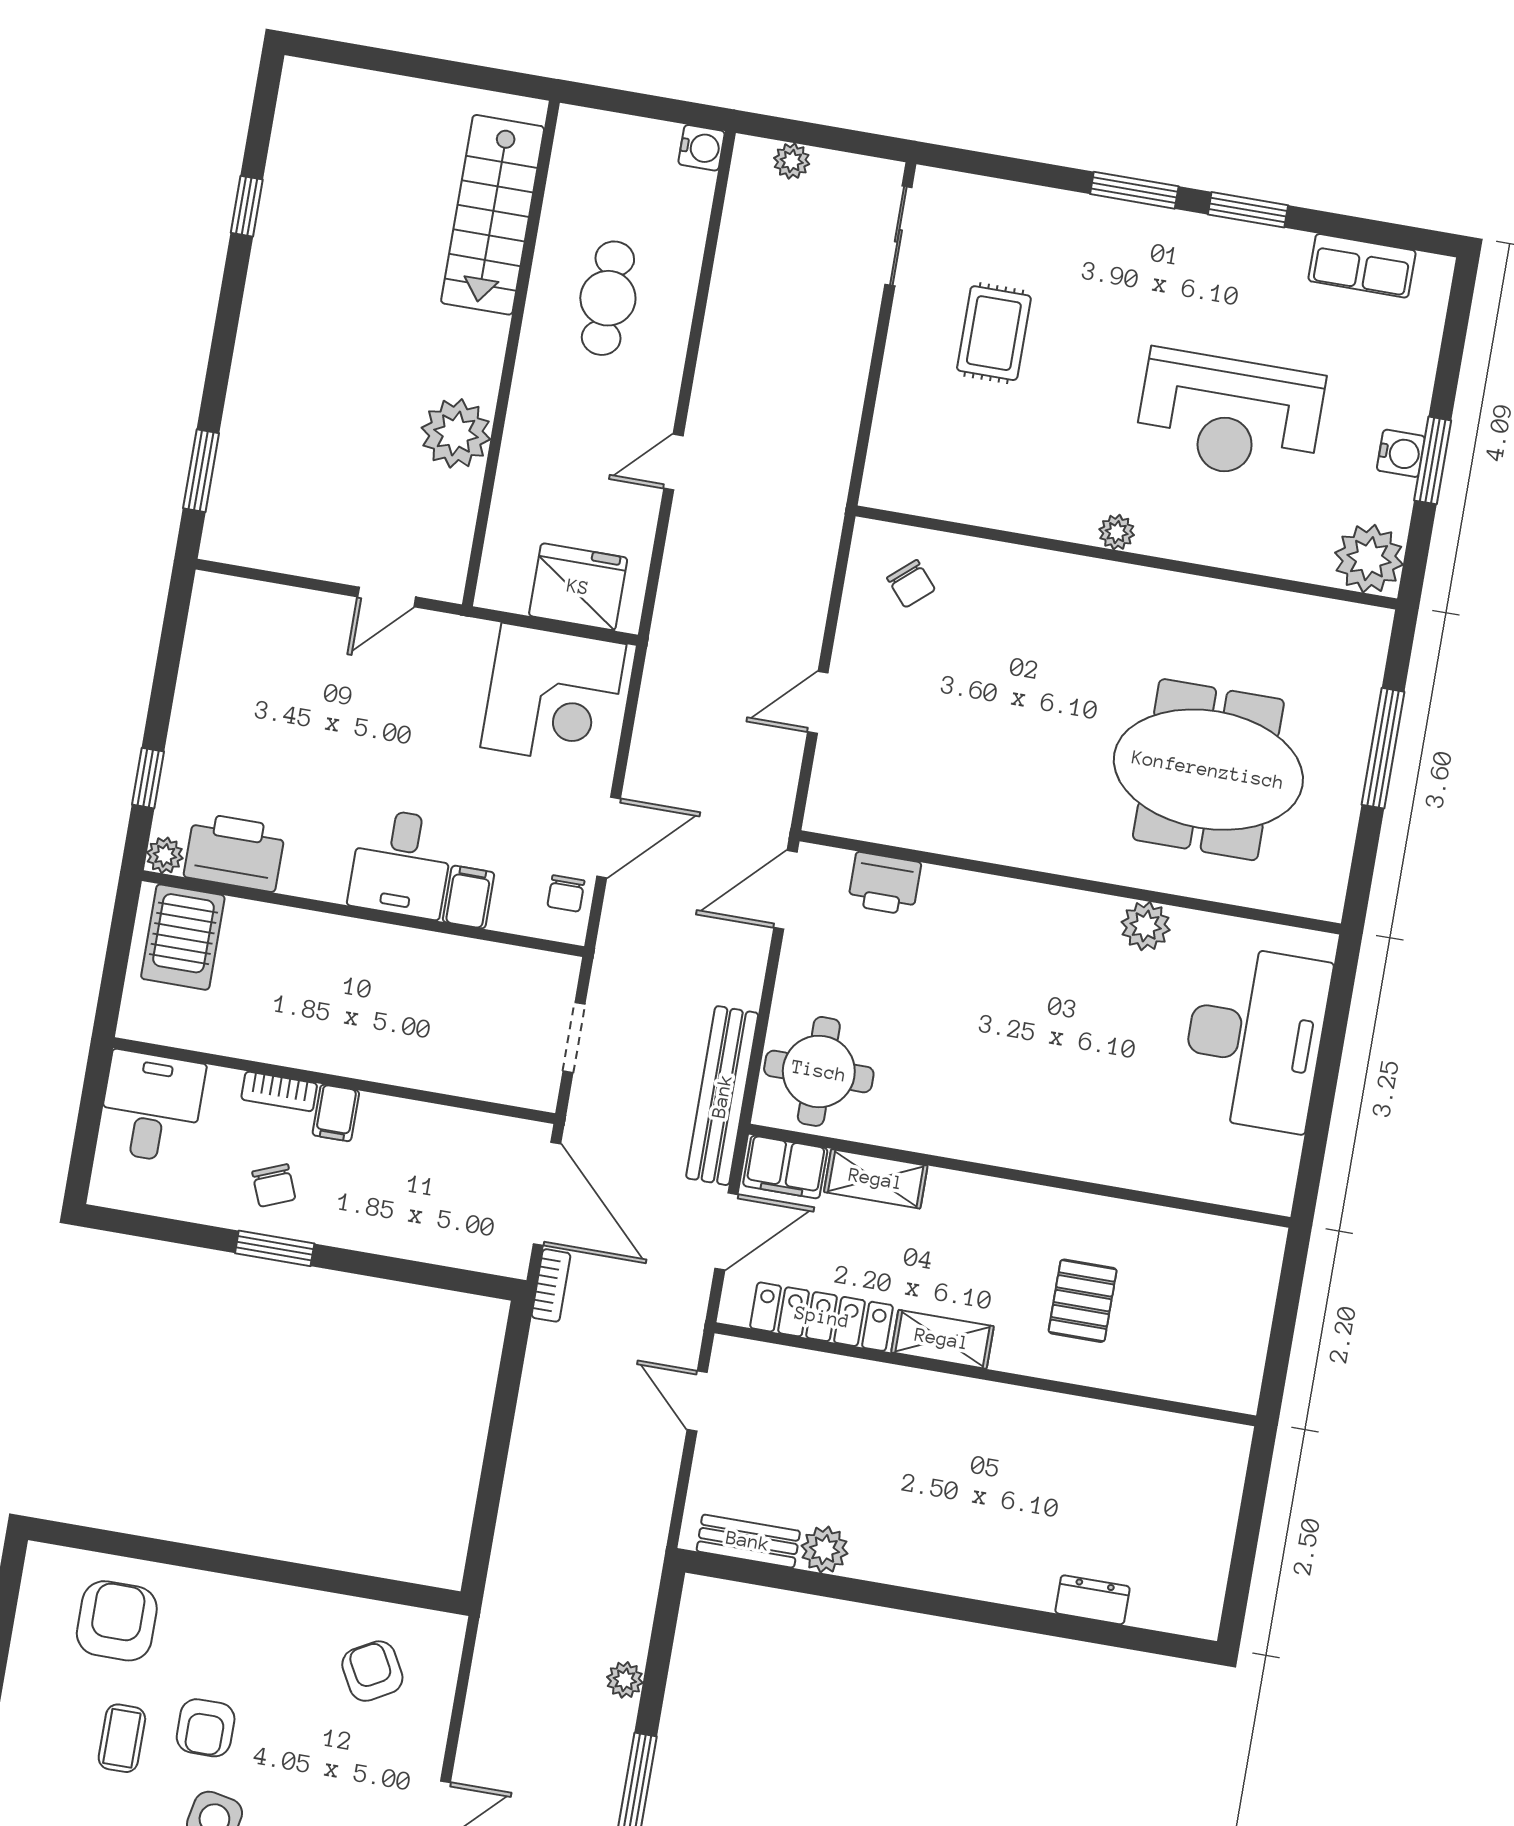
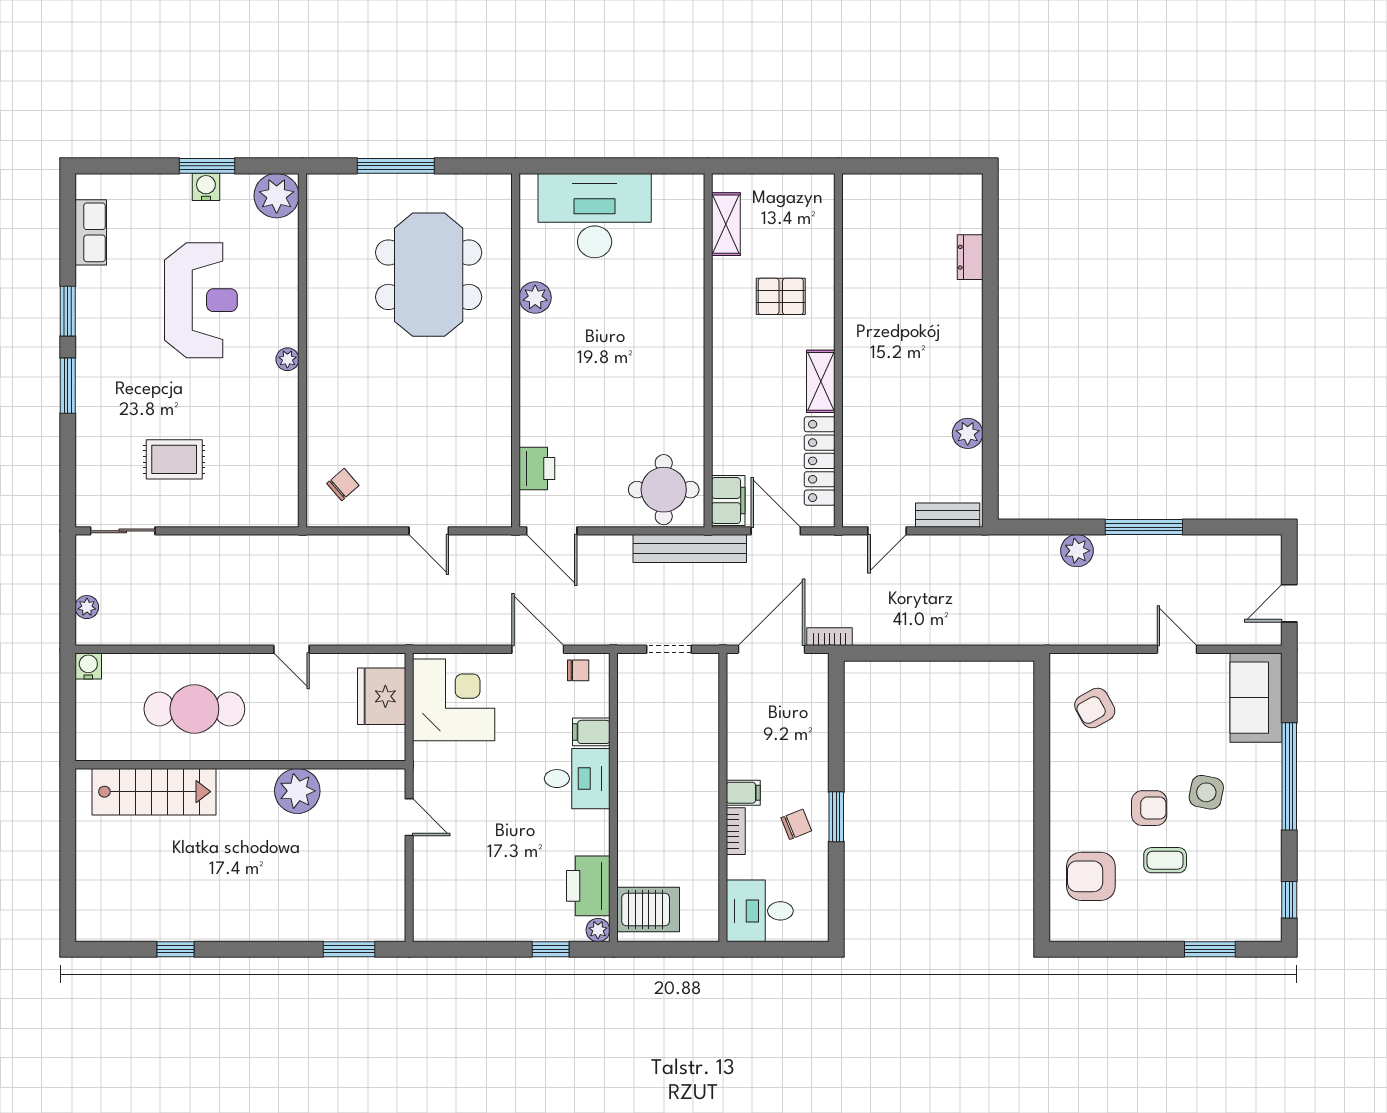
cafe table: (608, 298) -> (194, 709), width x1.37, depth x1.35
shelving: (876, 1179) -> (726, 224), moved
bench: (748, 1541) -> (948, 515), moved, turned 90
plant: (625, 1680) -> (1077, 551), width x1.38, depth x1.38

